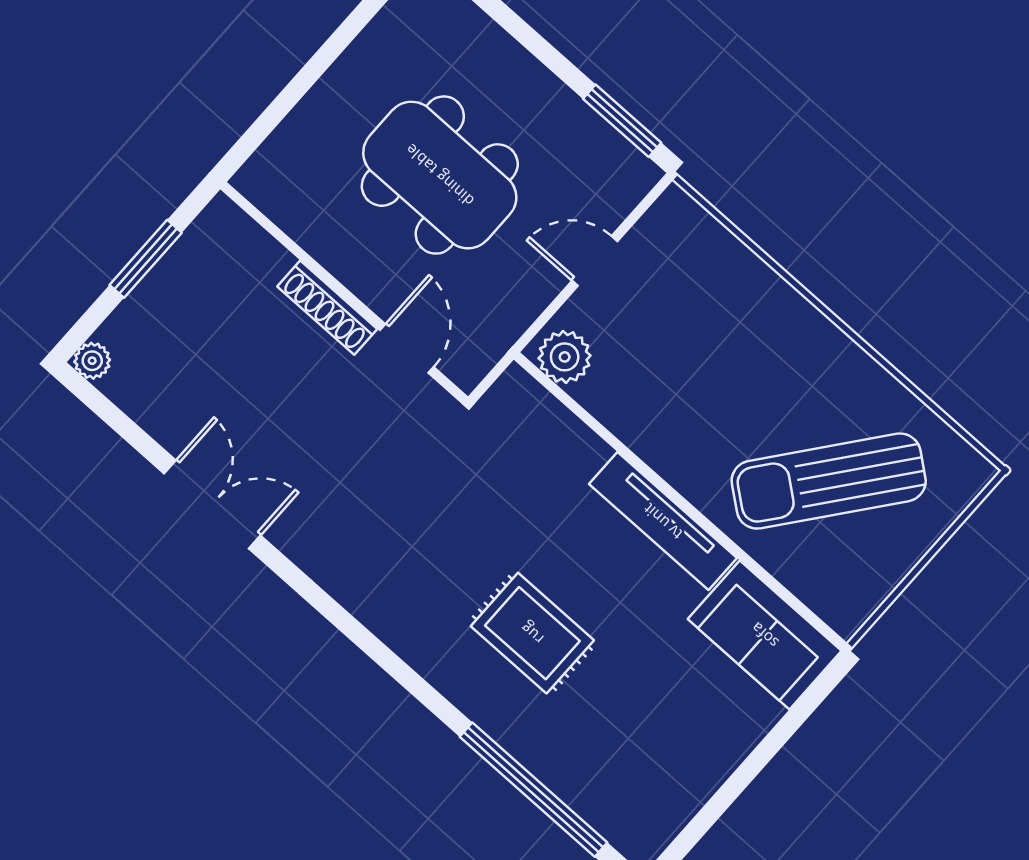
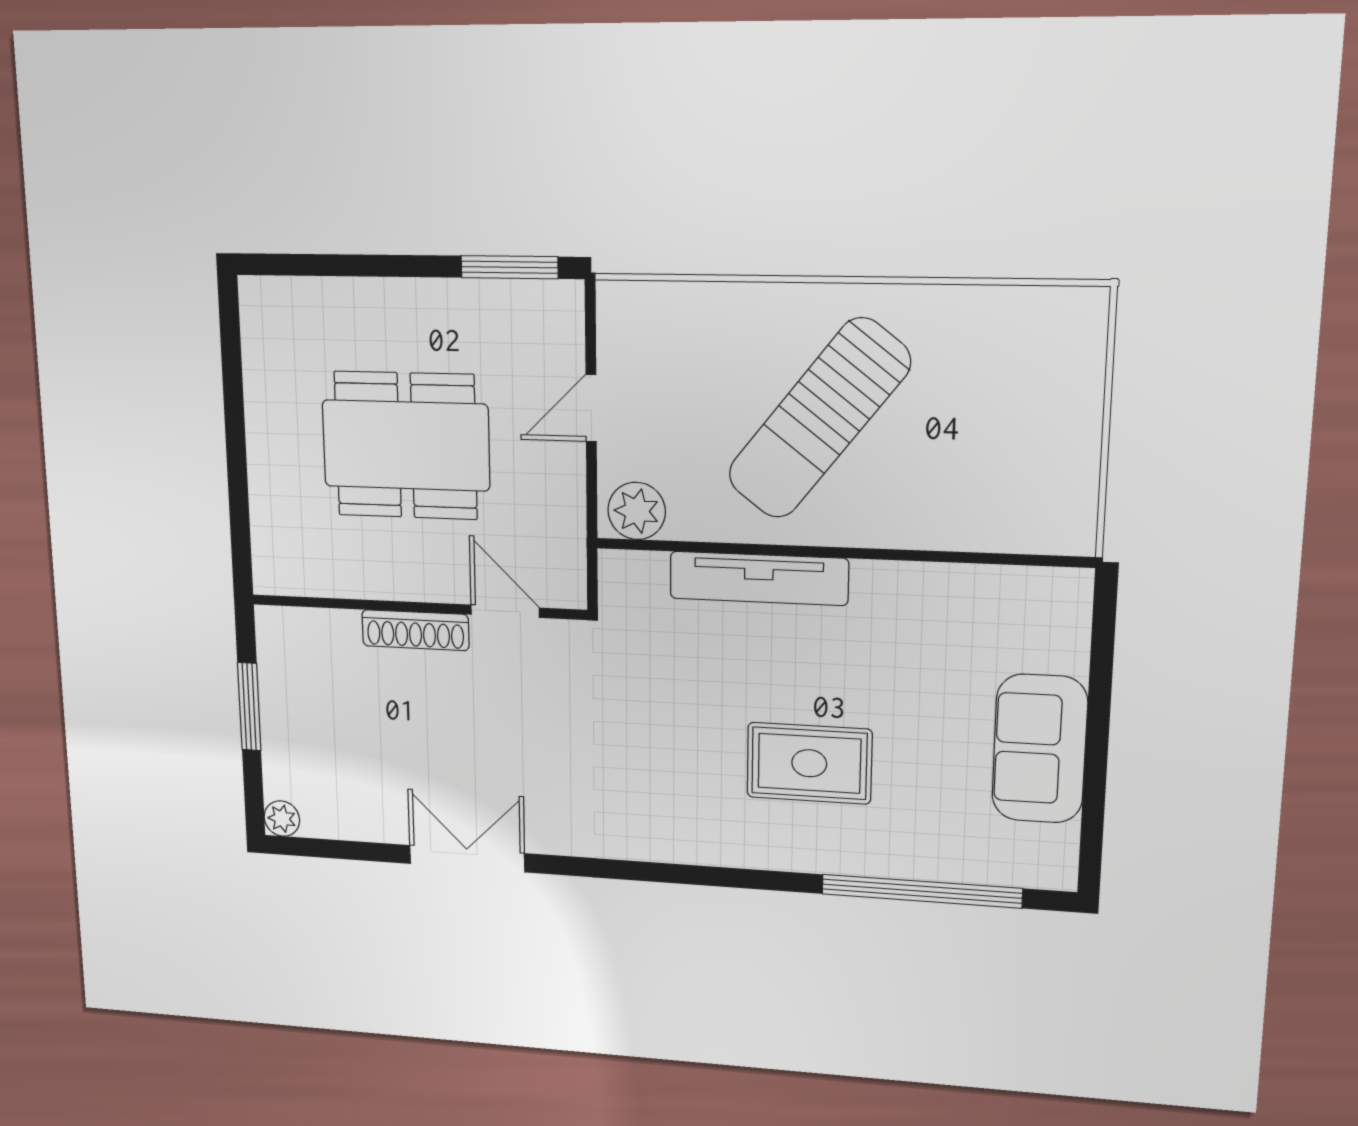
sun lounger: (829, 481) -> (819, 419), moved
tv unit: (663, 521) -> (759, 578), moved
sofa: (765, 635) -> (1040, 749), moved, turned 90

